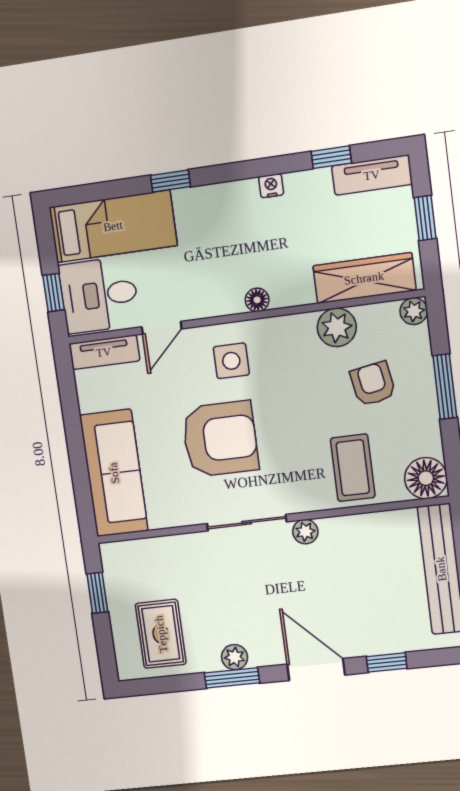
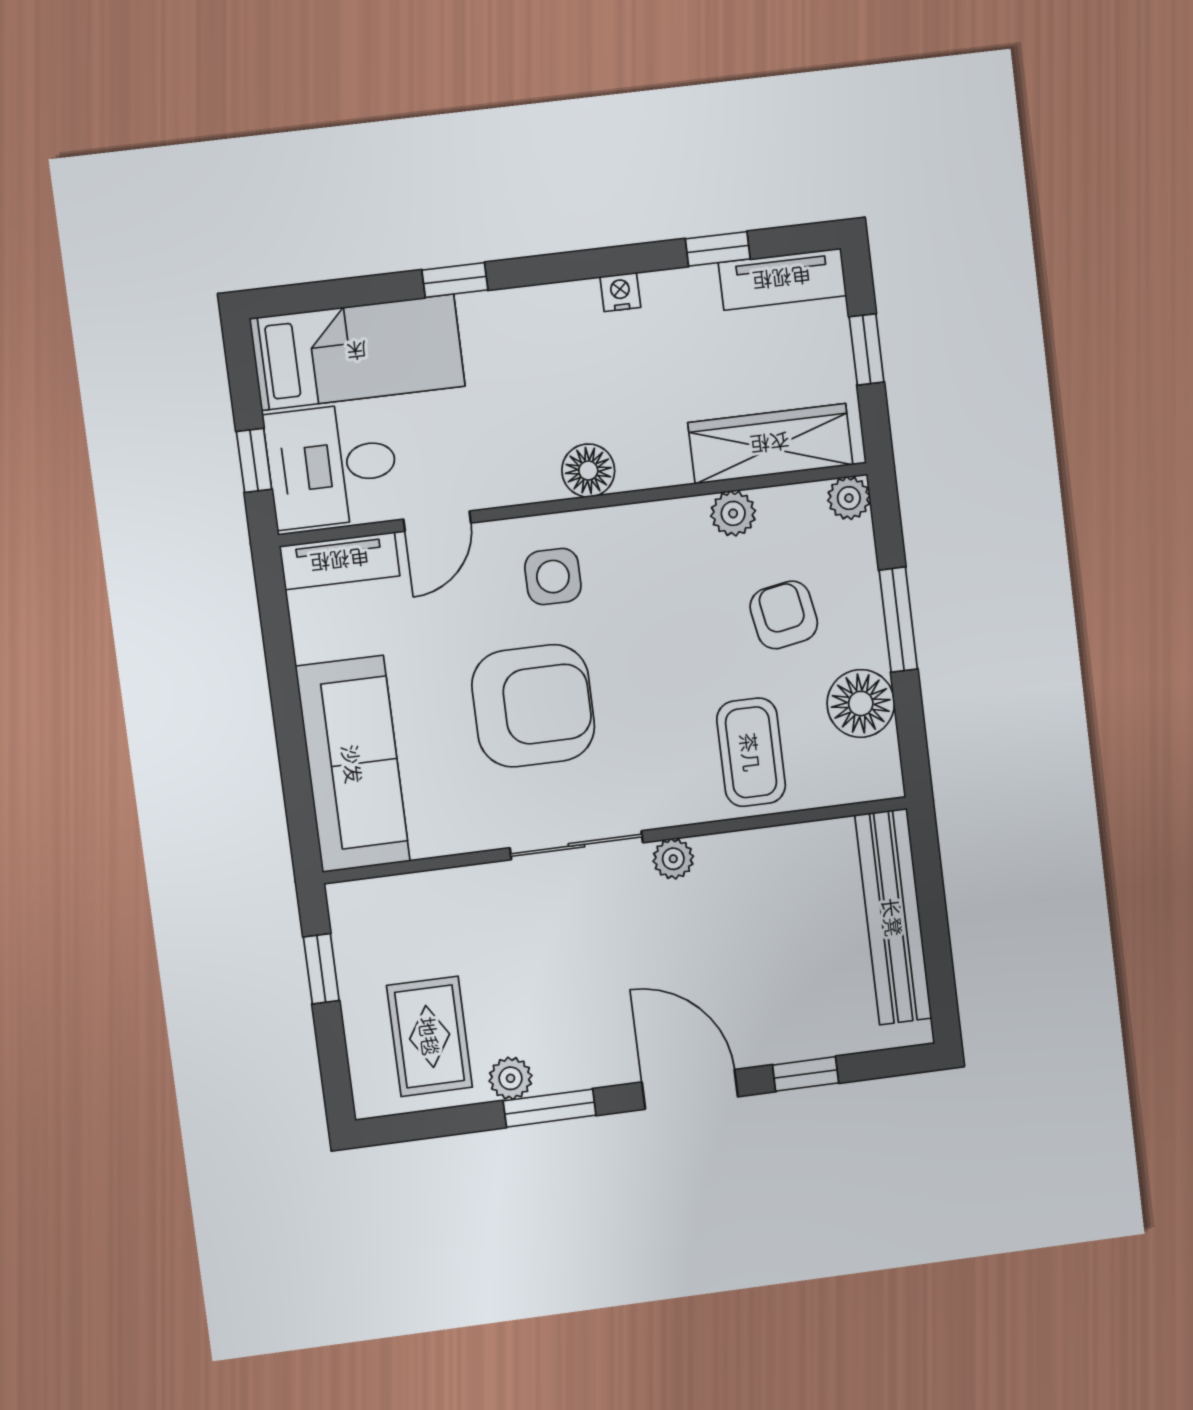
floor lamp: (257, 300) -> (588, 471), width x1.37, depth x1.37
plant: (337, 327) -> (733, 513), width x0.73, depth x0.73
floor lamp: (426, 478) -> (861, 703), moved
plant: (235, 657) -> (511, 1078), moved

